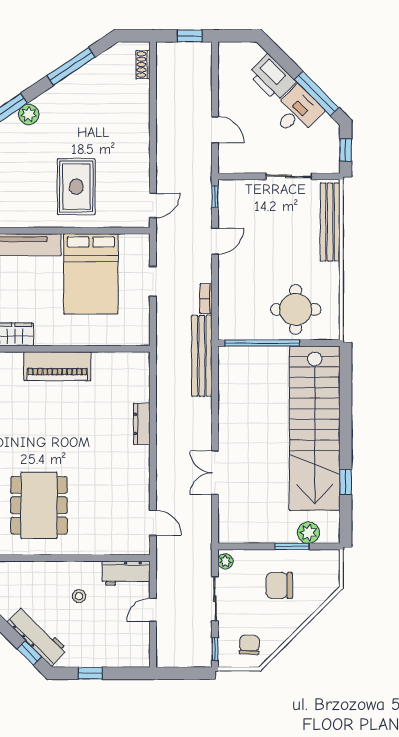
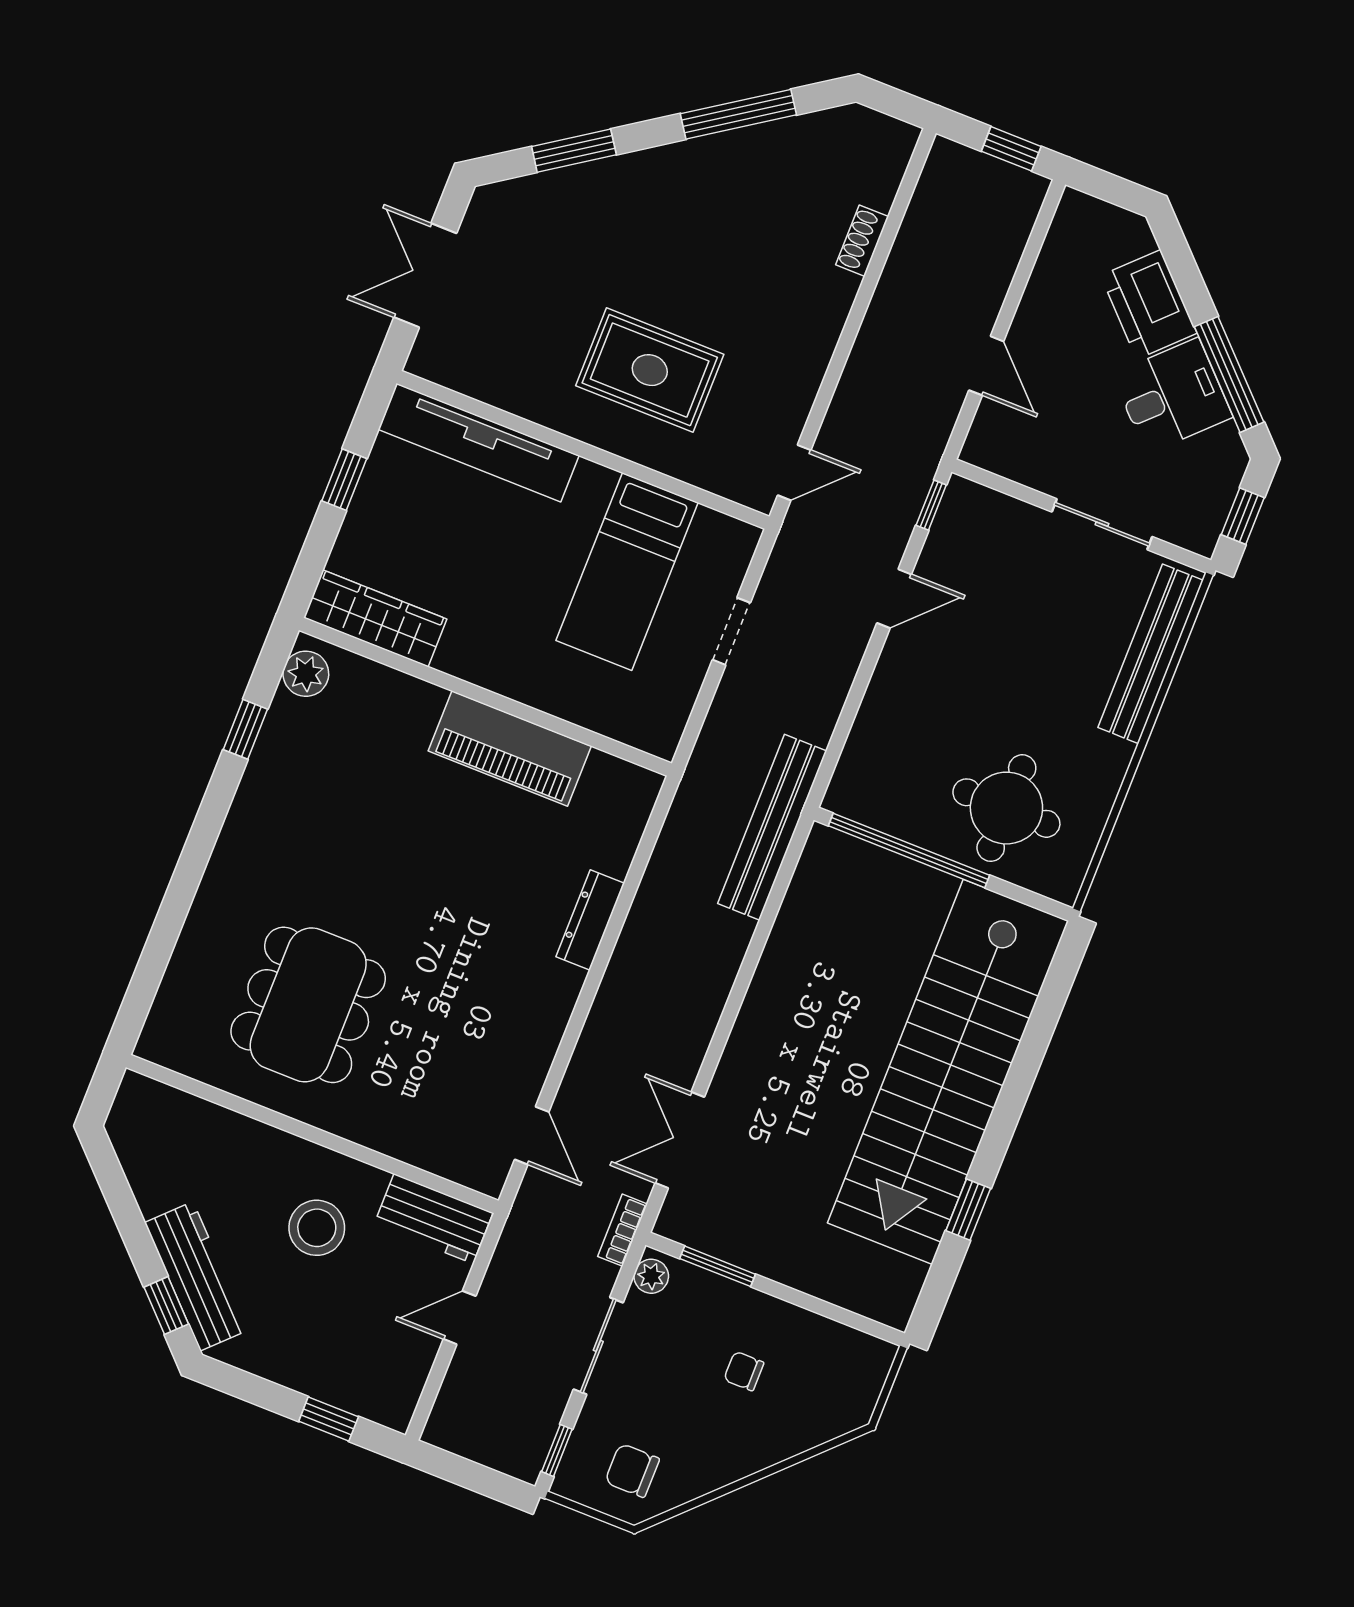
shoe rack: (143, 65) -> (862, 241), moved
plant: (29, 114) -> (610, 180), removed
rug: (76, 187) -> (650, 370), turned 90
bed: (91, 274) -> (627, 572), width x0.67
bookcase: (206, 299) -> (623, 1230), moved
piano: (57, 366) -> (510, 749), moved
double door: (215, 473) -> (680, 1140), moved
plant: (308, 533) -> (848, 1285), removed
window: (292, 546) -> (718, 1266), moved
chair: (279, 585) -> (744, 1371), width x0.54, depth x0.54
stool: (79, 596) -> (317, 1228), width x1.89, depth x1.89
chair: (249, 645) -> (632, 1470), turned -93
window: (90, 673) -> (329, 1419), moved

